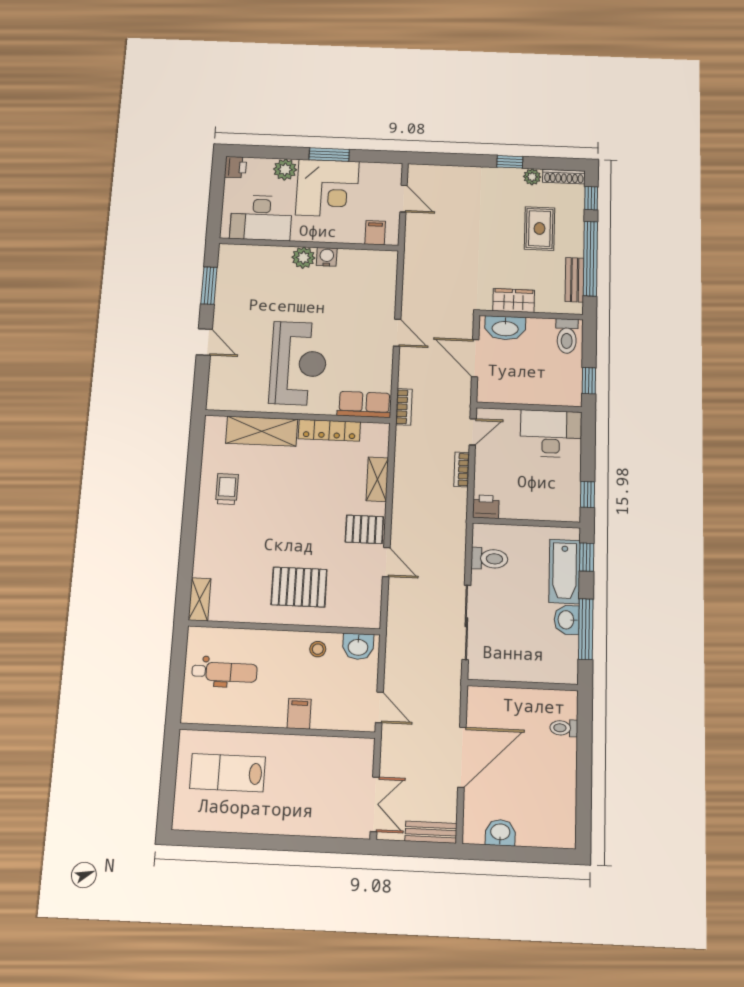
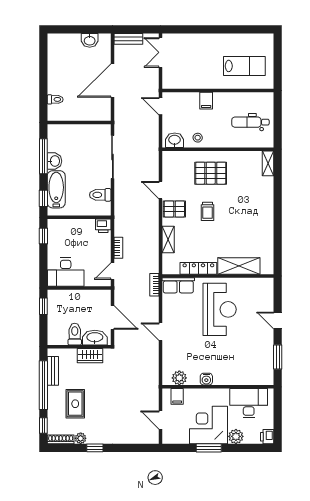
plant: (303, 258) -> (179, 378), moved
toilet: (567, 336) -> (75, 334), moved
reception desk: (298, 363) -> (220, 309), turned 180
trolley: (227, 489) -> (207, 211), moved

